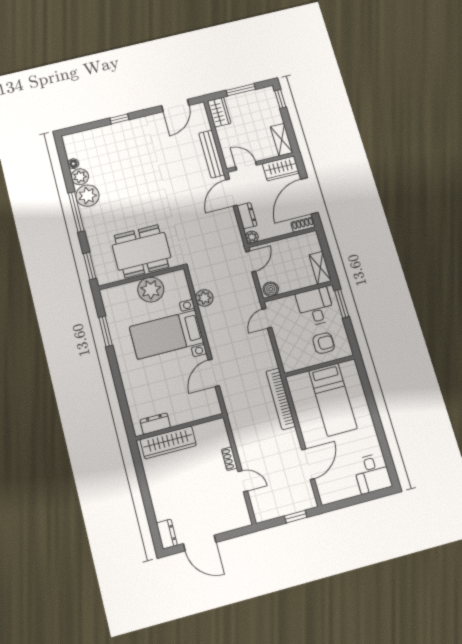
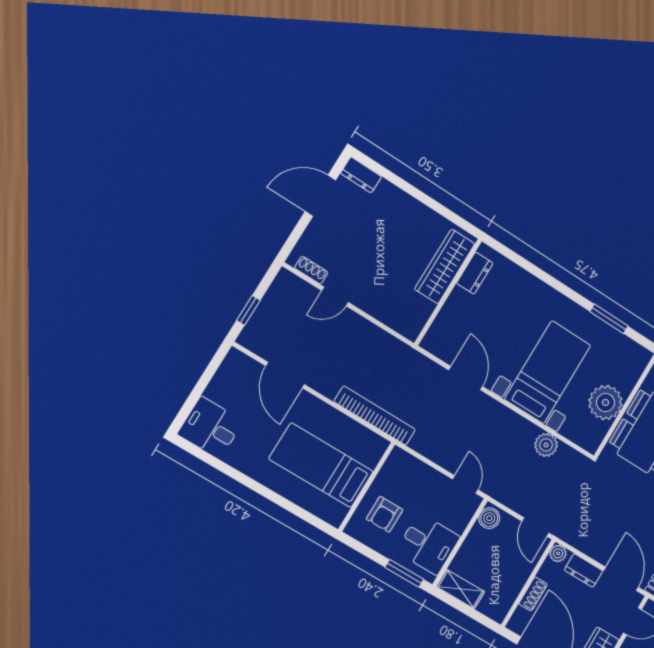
shoe rack: (303, 225) -> (533, 594), moved
shoe rack: (229, 459) -> (311, 270), moved

